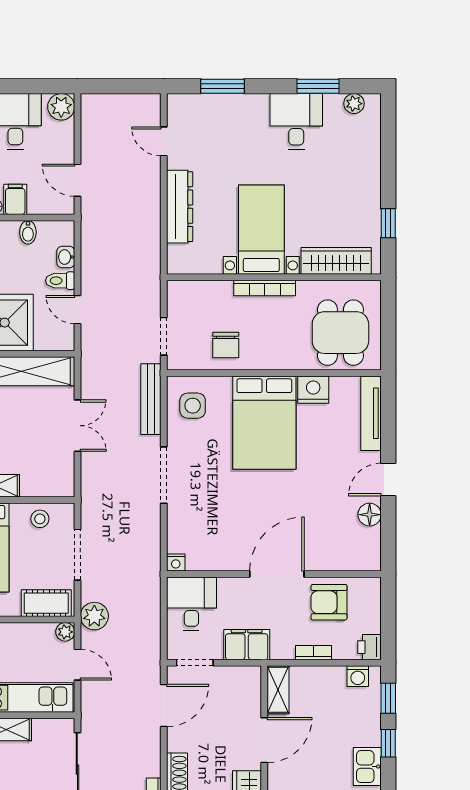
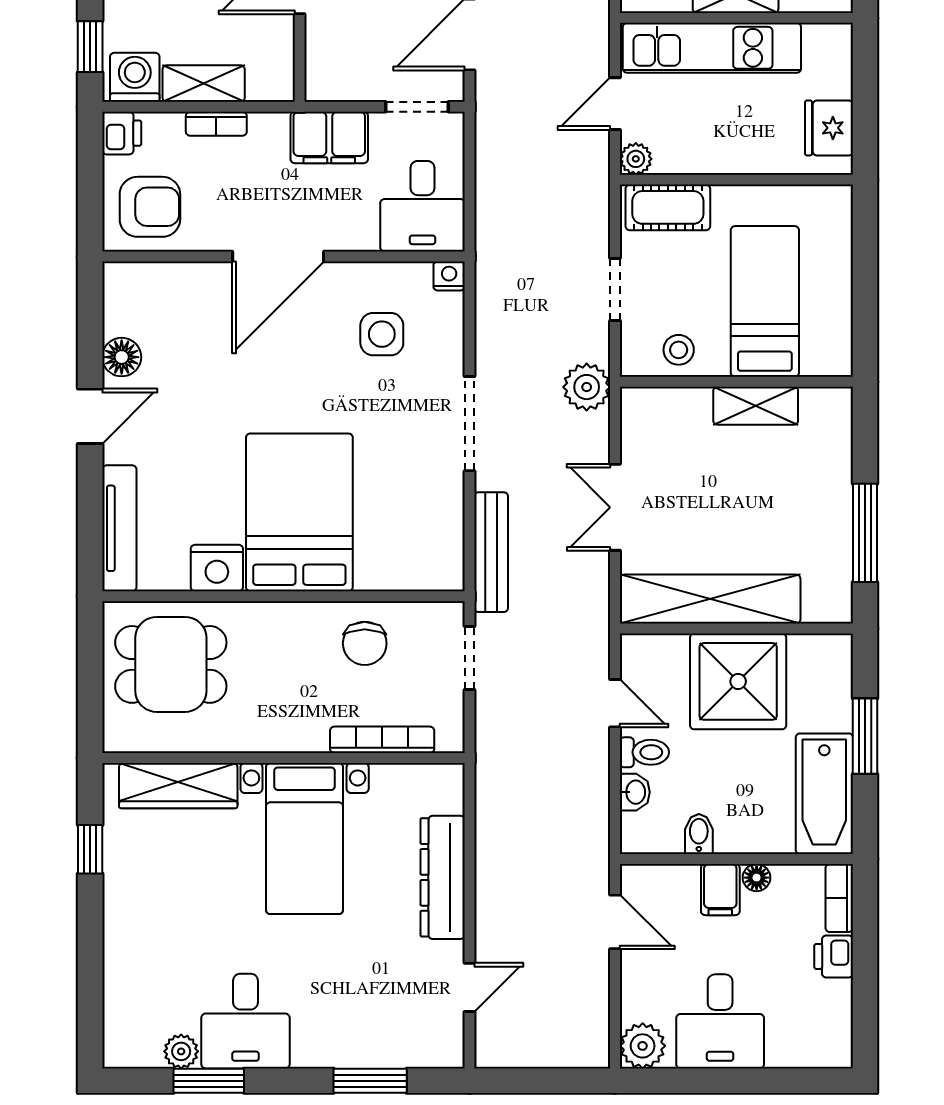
plant: (354, 104) -> (181, 1051), moved
door: (164, 141) -> (469, 987), hinge flipped
bookcase: (265, 288) -> (382, 740), moved
dining table: (340, 333) -> (171, 664), turned 90
chair: (226, 345) -> (365, 643), turned 180
side table: (193, 406) -> (382, 334), moved
doorway: (77, 555) -> (615, 289), width x0.73
armchair: (329, 602) -> (150, 207), moved
plant: (94, 616) -> (587, 387), moved
door: (77, 665) -> (615, 104), hinge flipped
washing machine: (358, 676) -> (135, 77), width x1.38, depth x1.38
shelving: (278, 690) -> (204, 84), moved, turned 90

